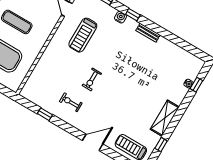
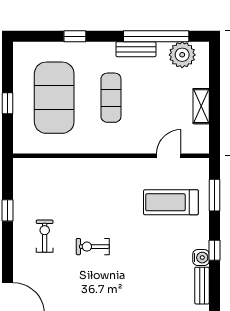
water cooler: (120, 17) -> (201, 258), moved
treadmill: (83, 35) -> (171, 202), moved

